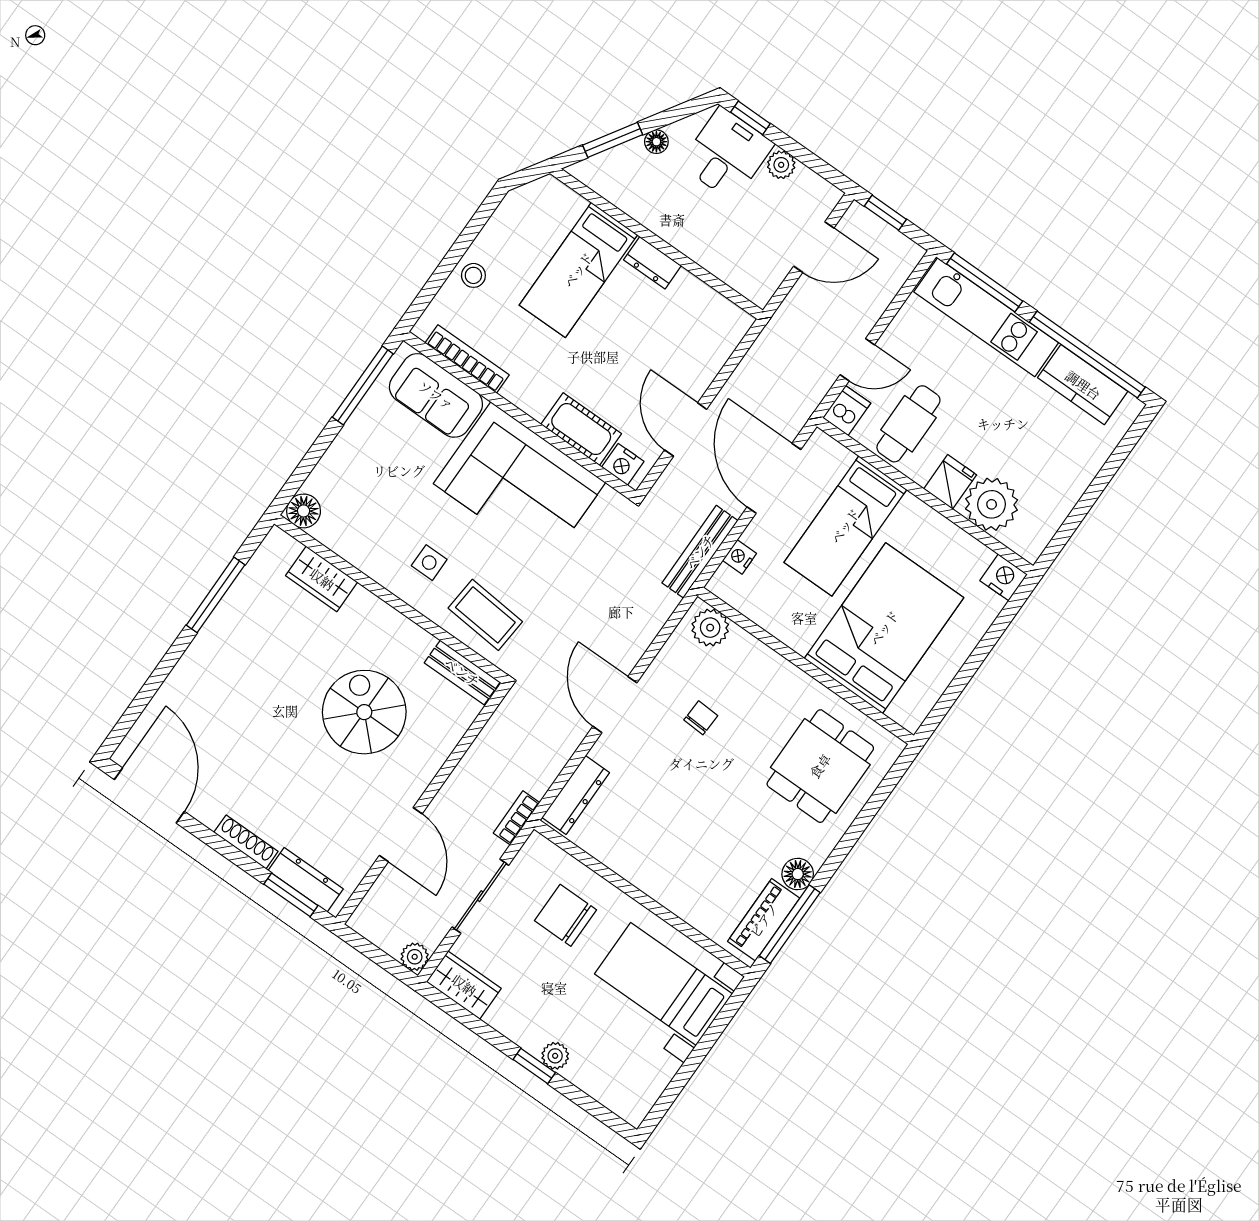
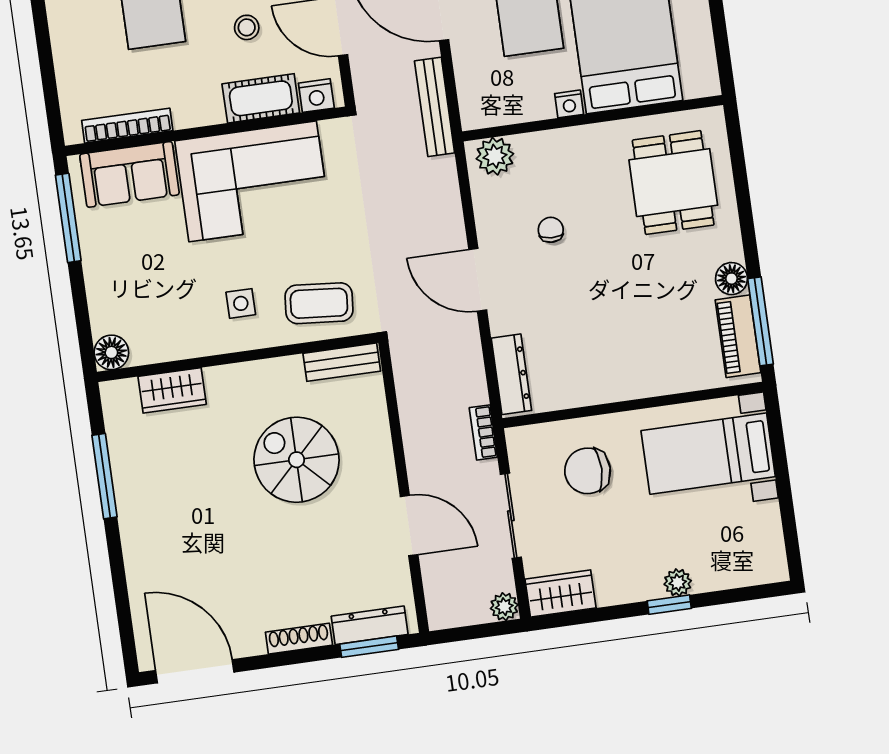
stool: (473, 275) -> (247, 27), moved
nightstand: (740, 557) -> (569, 104), moved, turned -90

